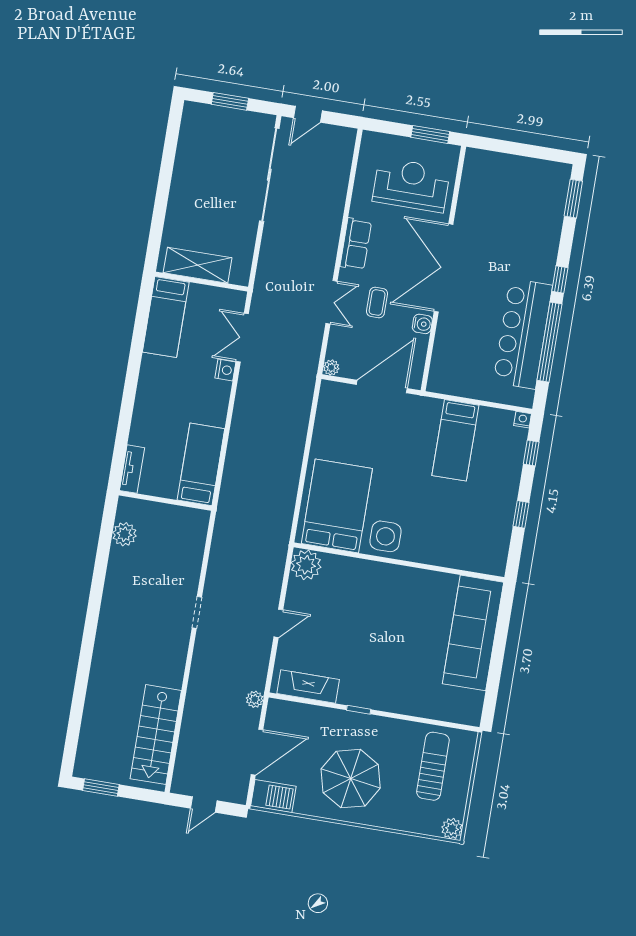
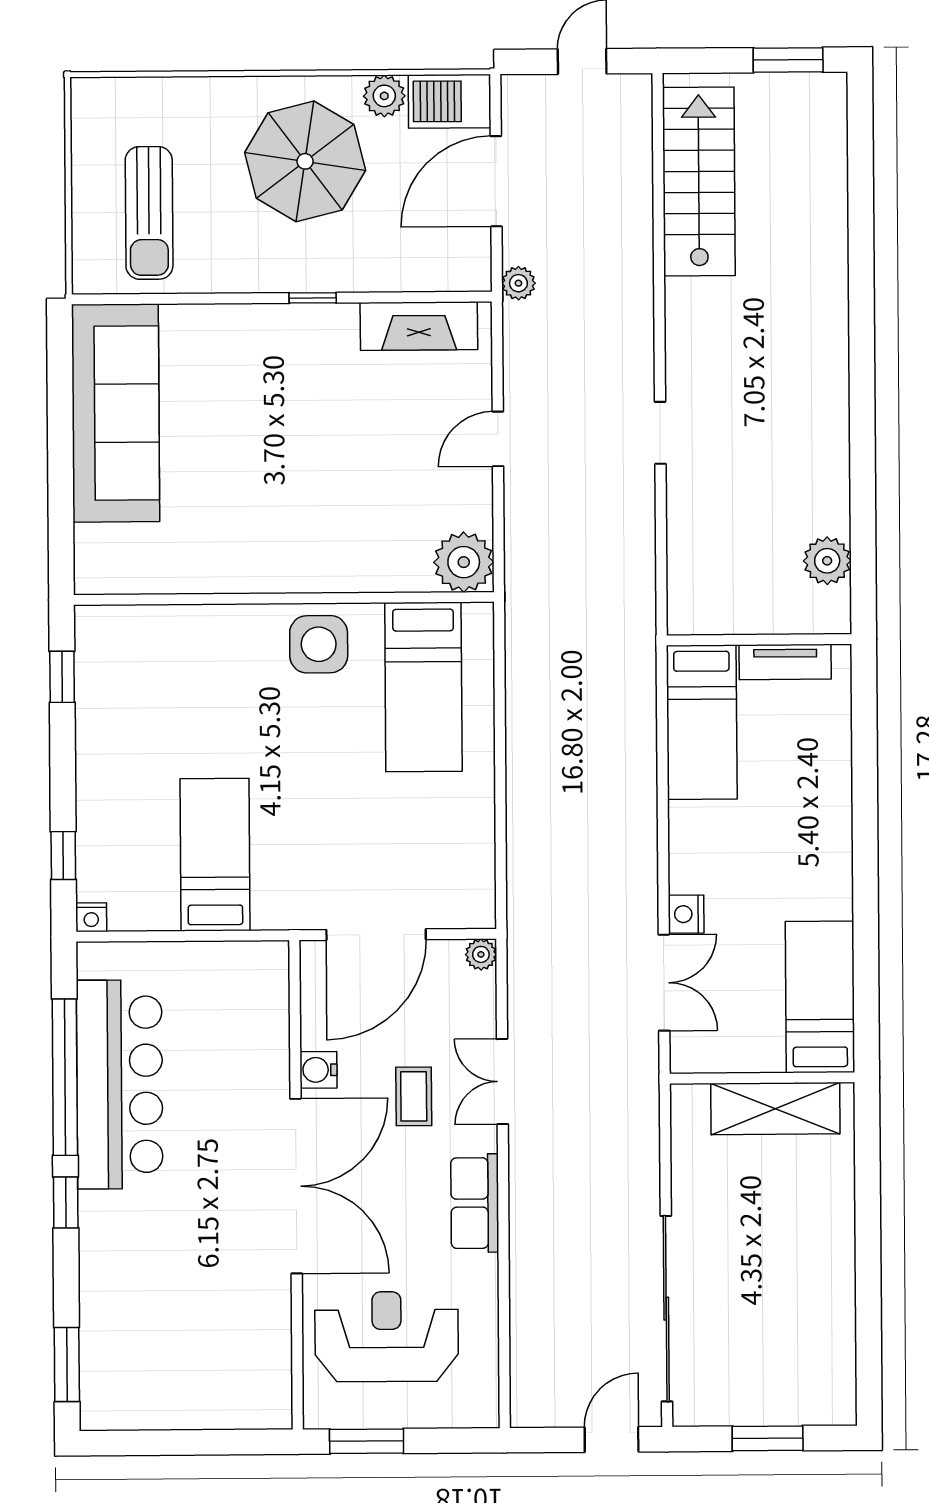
reception desk: (411, 185) -> (387, 1337), turned 180
tv unit: (132, 469) -> (785, 662), moved, turned -90
bed: (337, 506) -> (423, 687), width x0.67
window: (521, 514) -> (62, 677), moved
sofa: (473, 633) -> (116, 413), moved
plant: (452, 829) -> (384, 96), moved

